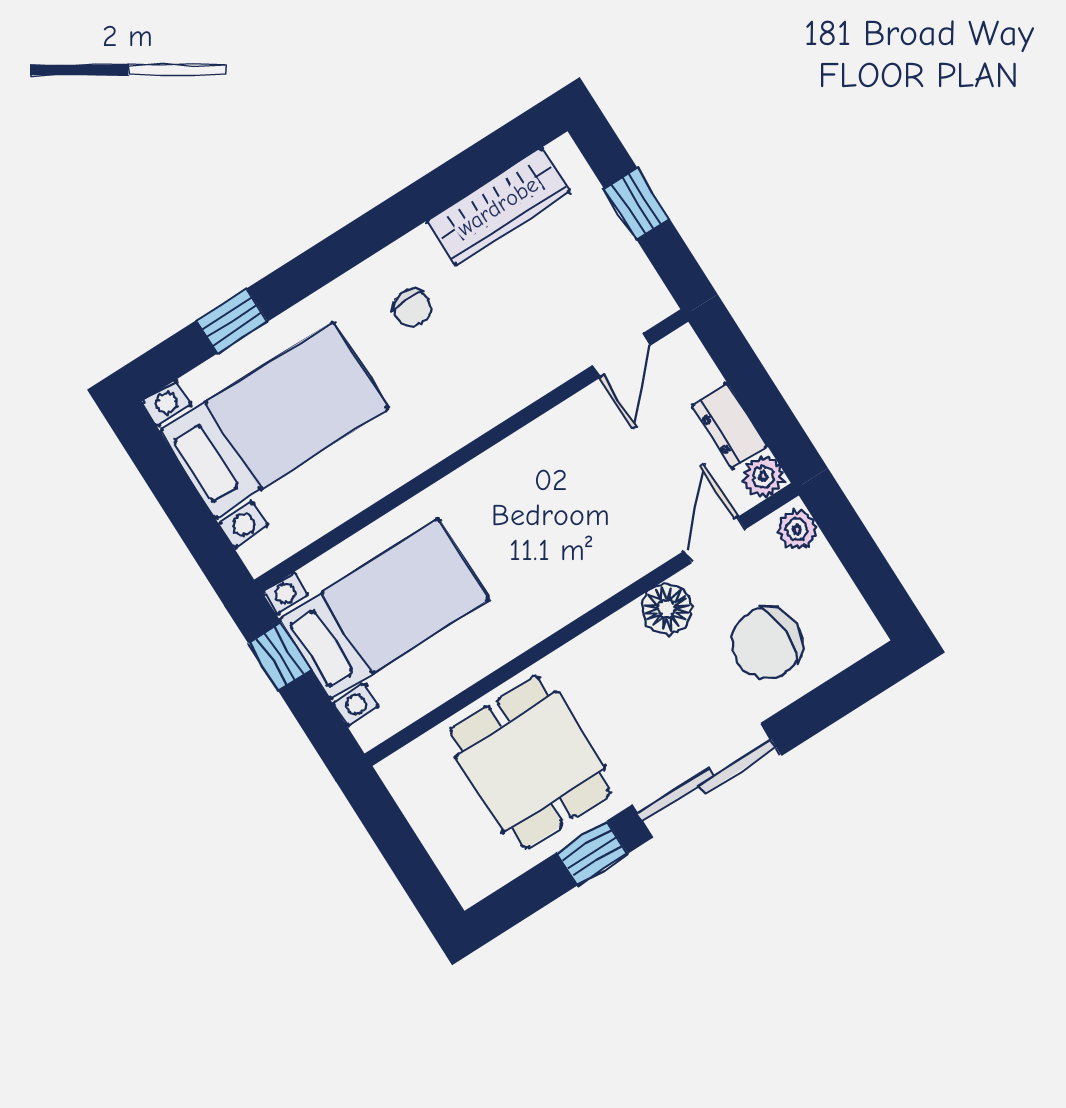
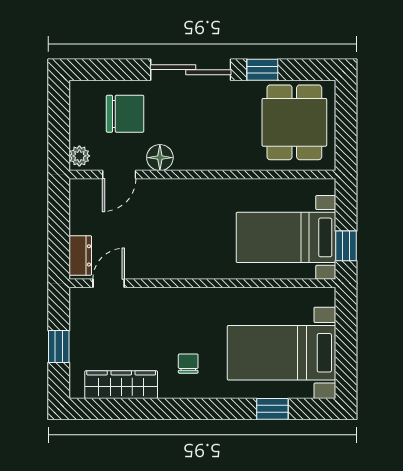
dresser: (729, 426) -> (80, 255), moved
plant: (763, 477) -> (80, 189), removed
dining table: (530, 762) -> (294, 122), moved

